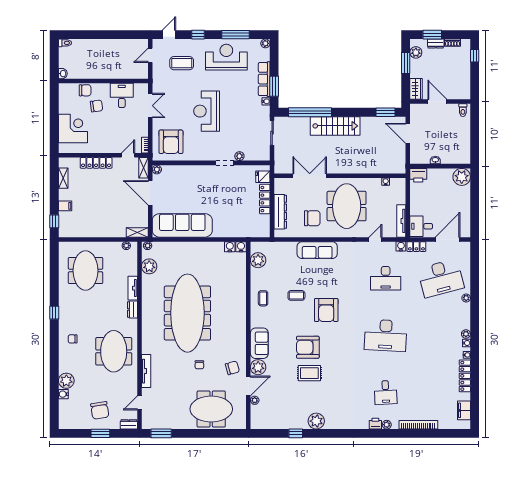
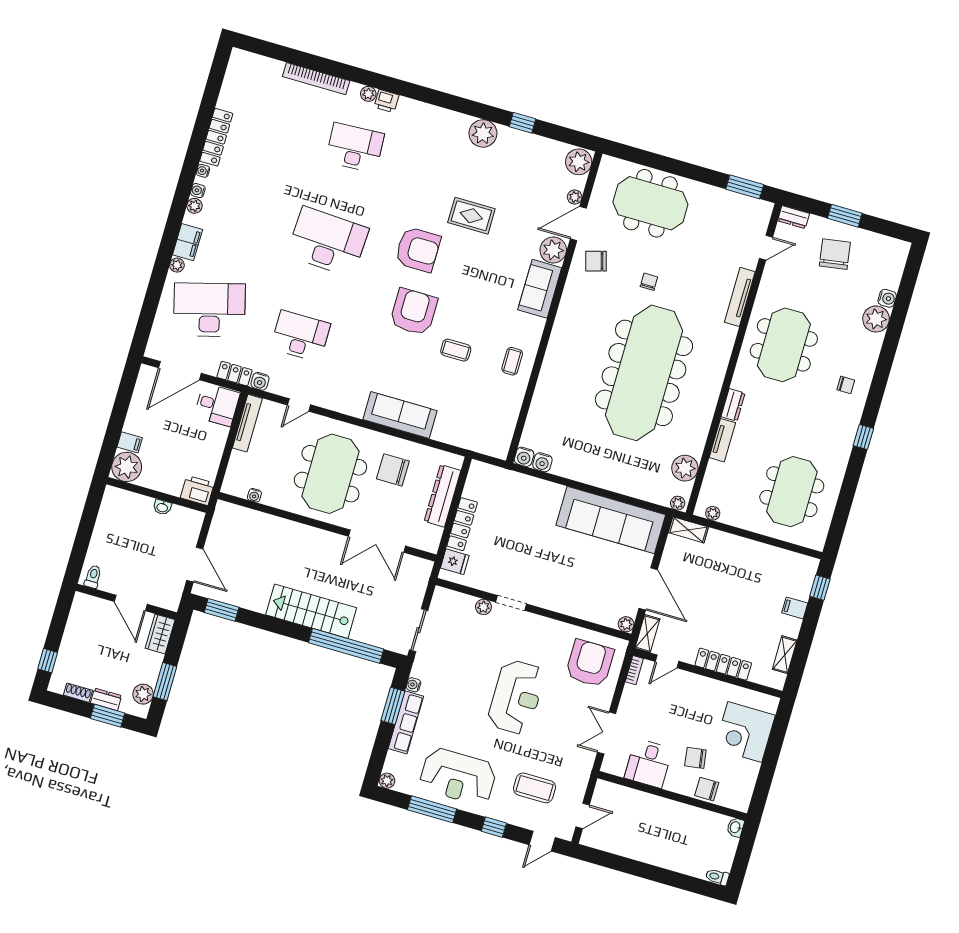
filing cabinet: (464, 191) -> (130, 442), added
plant: (258, 260) -> (579, 162), moved
armchair: (308, 347) -> (418, 250), moved
desk: (386, 392) -> (355, 148), width x1.37
filing cabinet: (464, 410) -> (188, 242), moved

